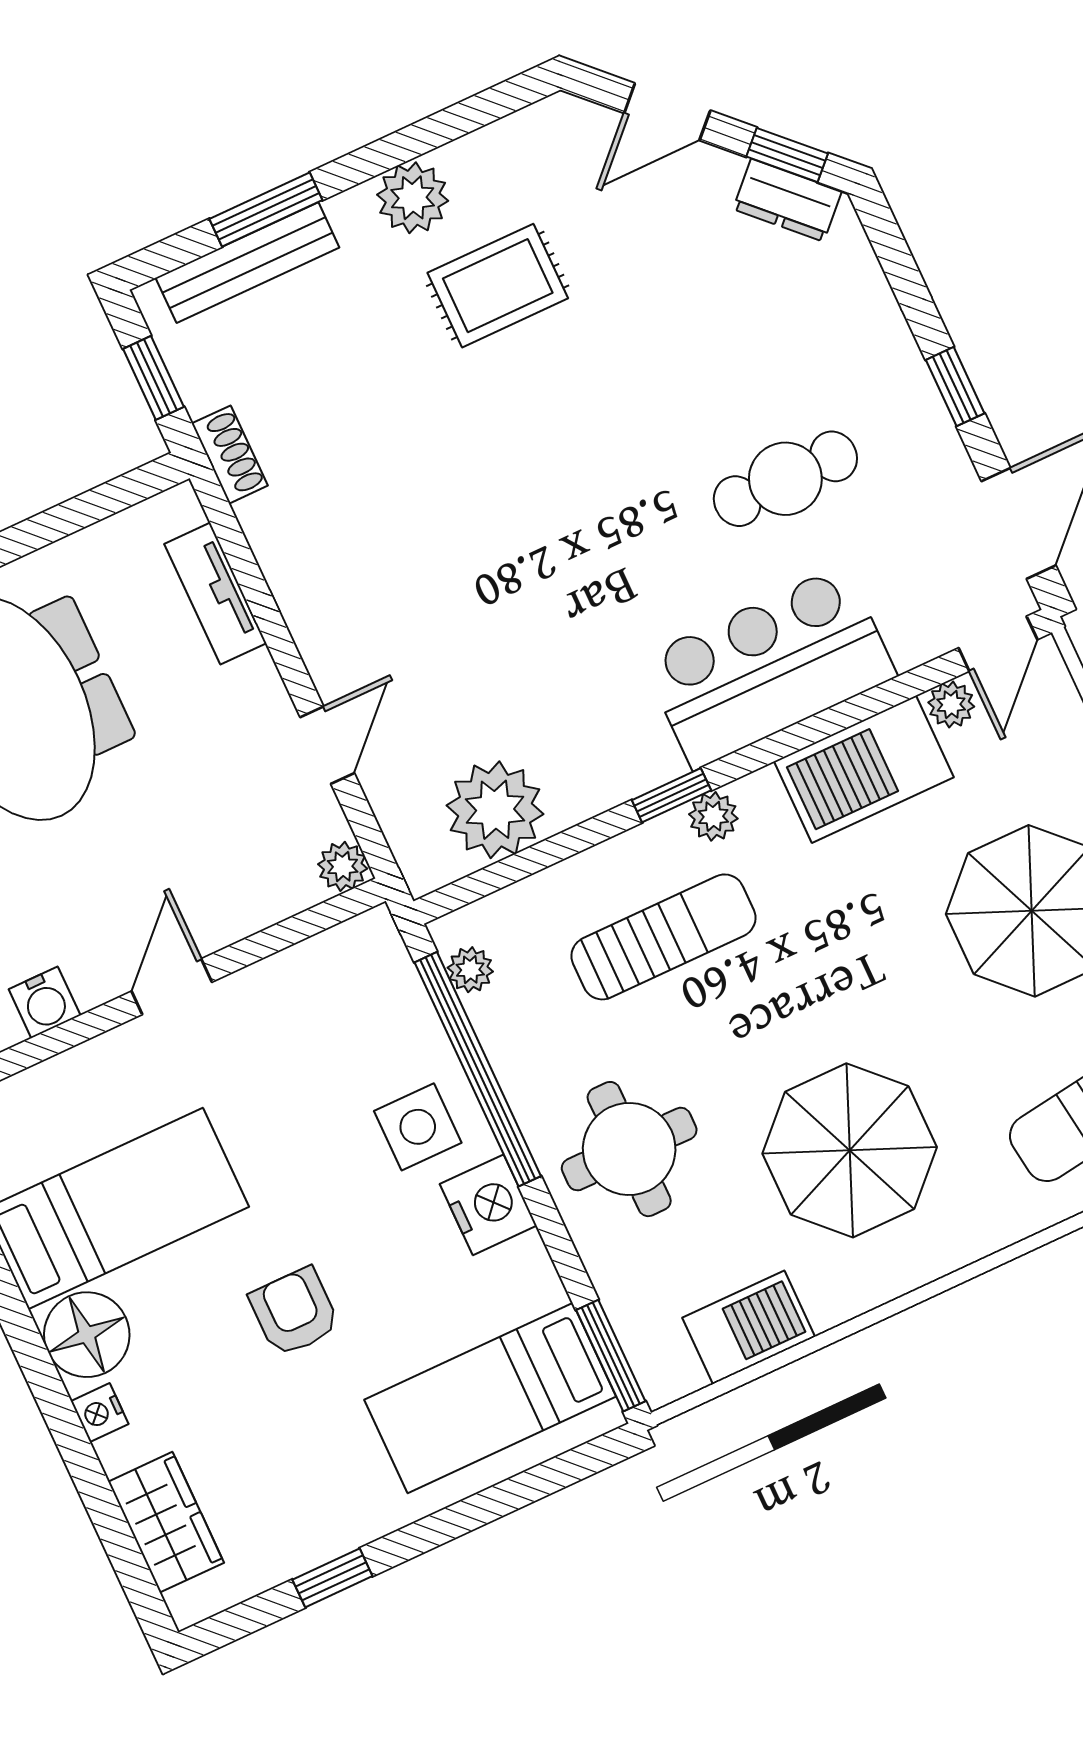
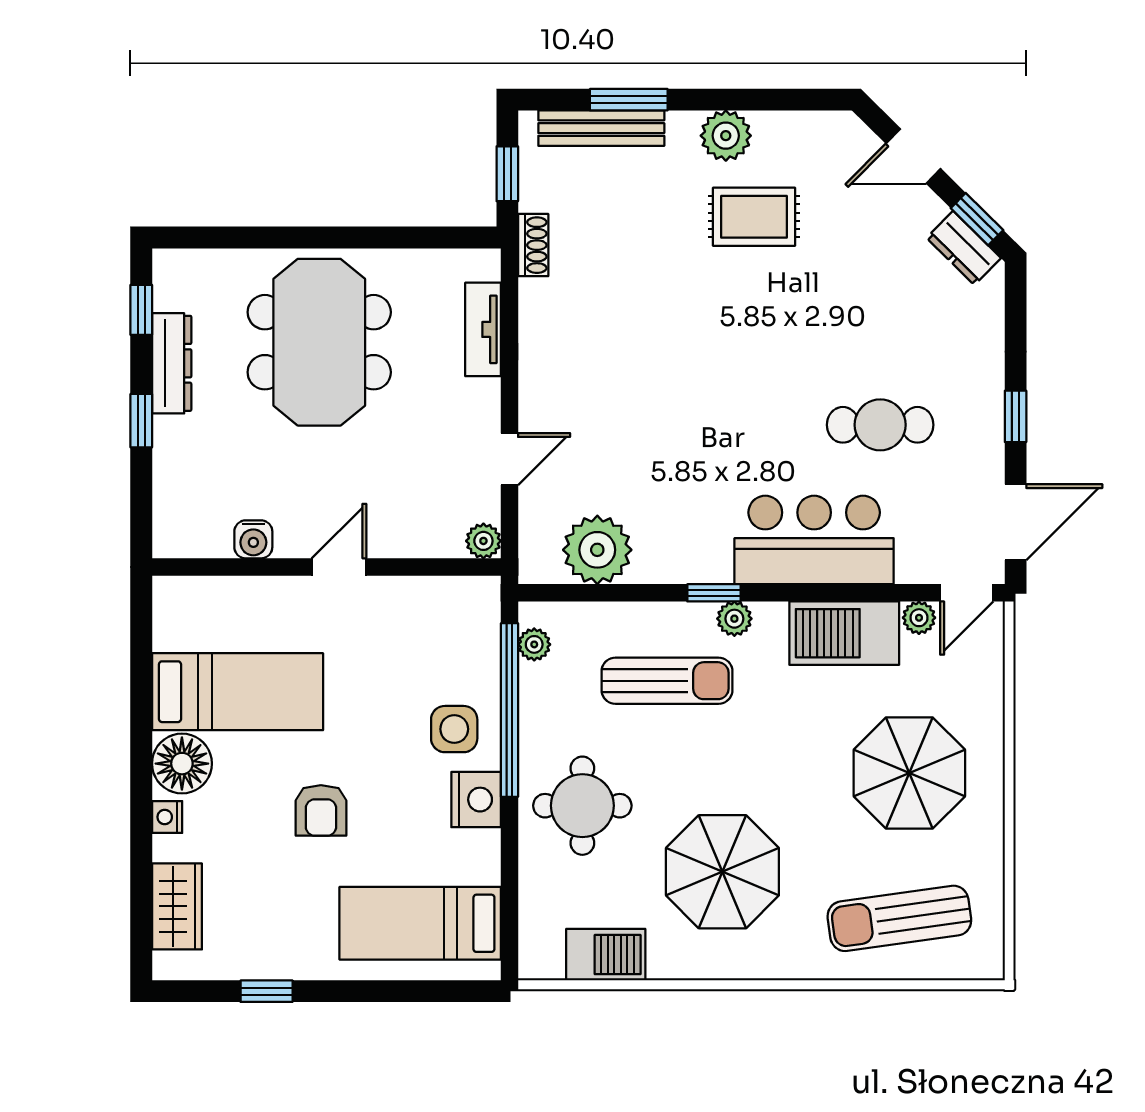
armchair: (294, 1312) -> (321, 810), turned 180
window: (611, 1356) -> (509, 932), removed

